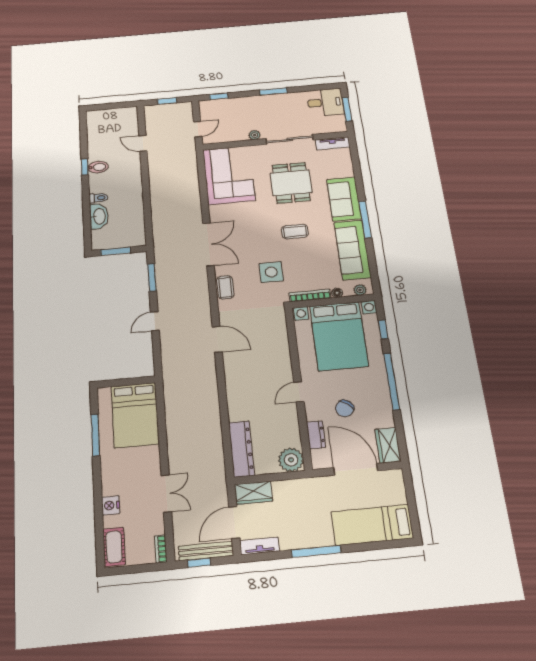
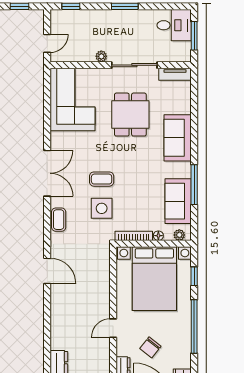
window: (365, 219) -> (194, 185), moved
coffee table: (295, 232) -> (102, 179), moved
sofa: (352, 250) -> (178, 201), width x0.73

